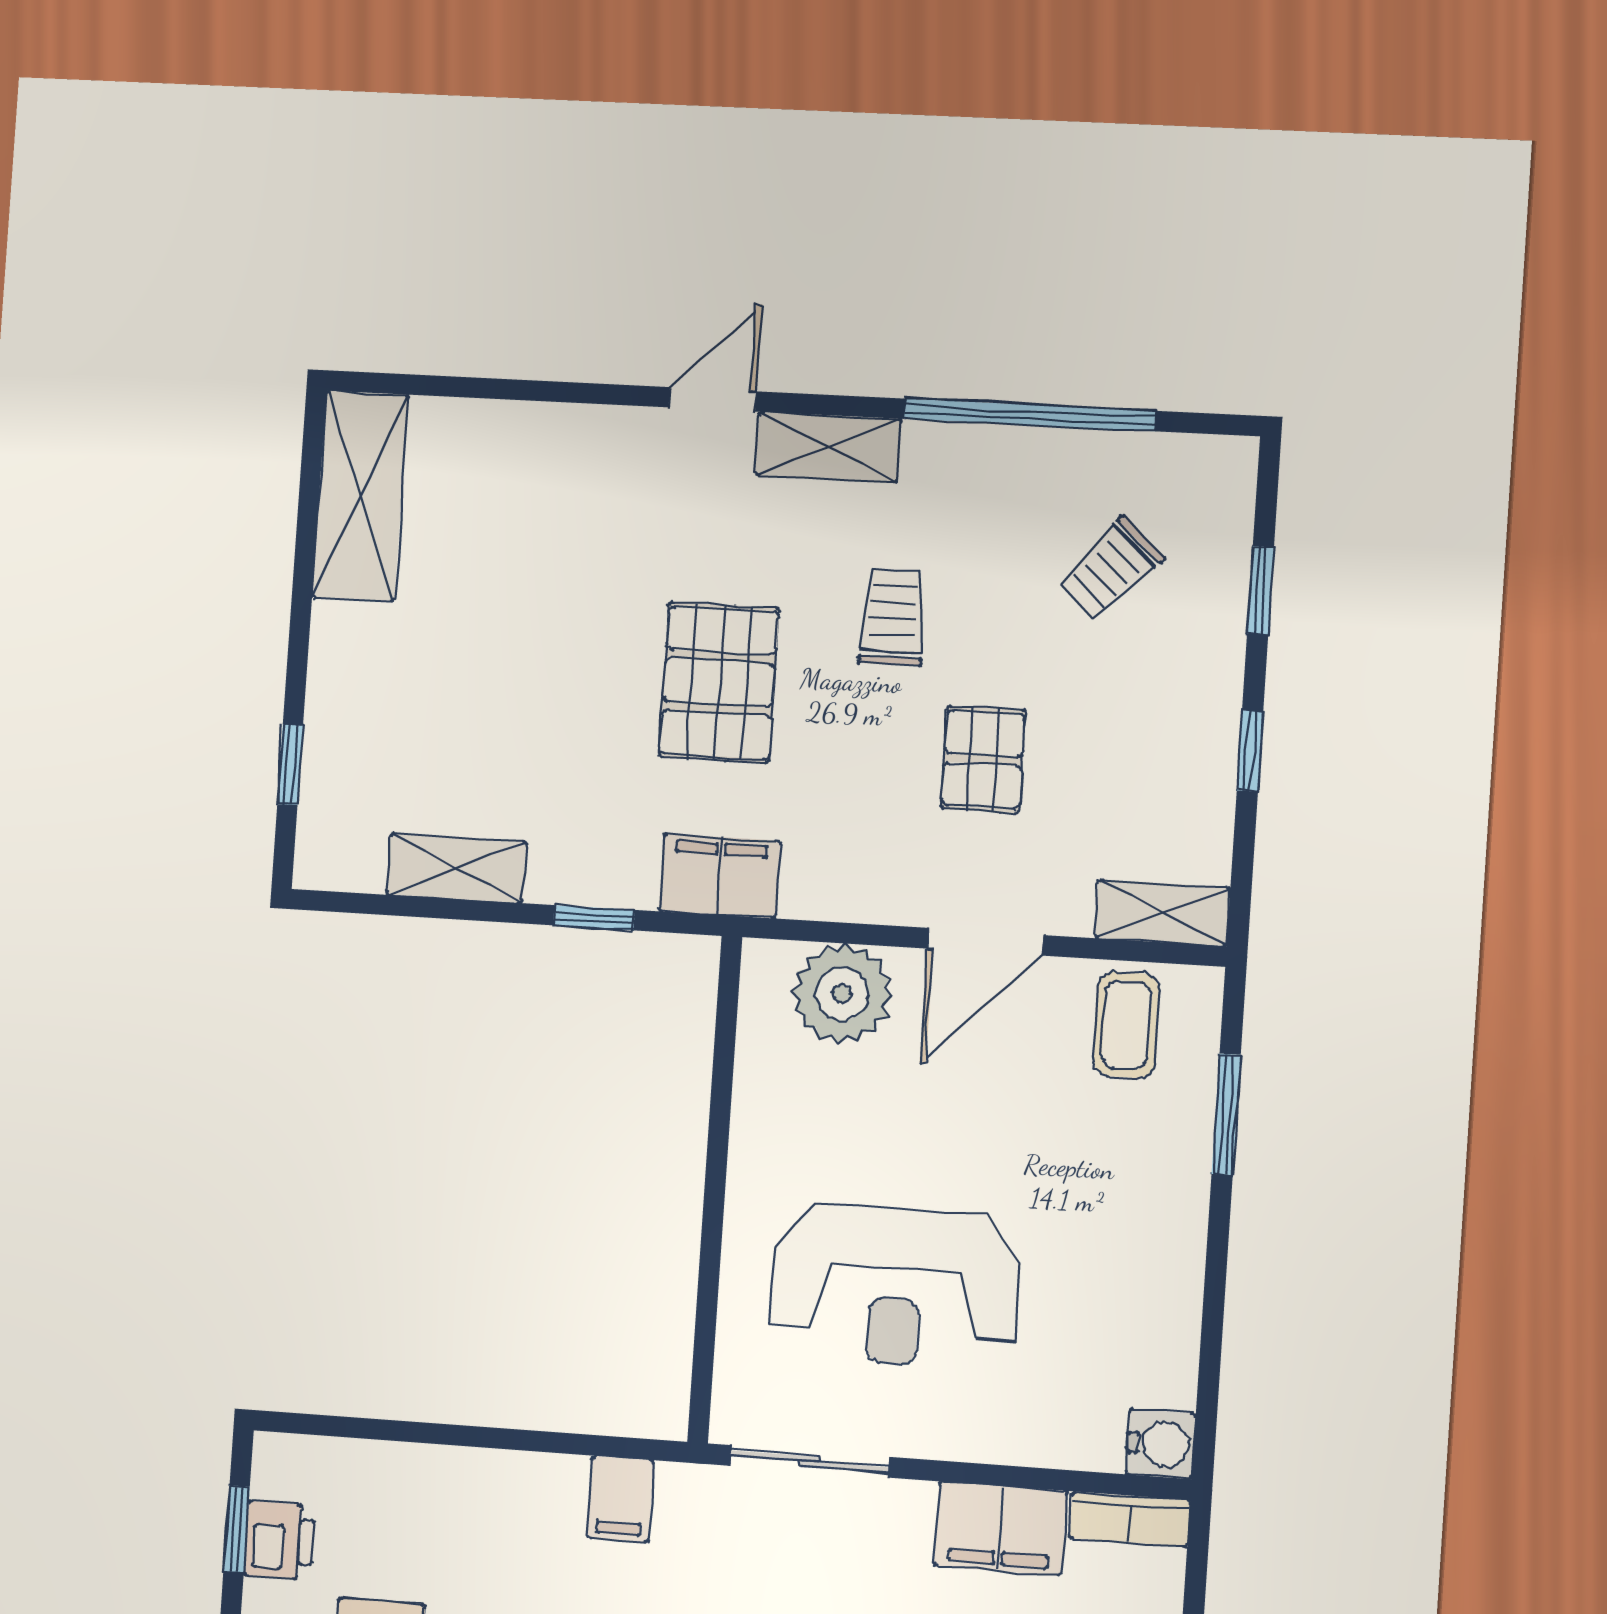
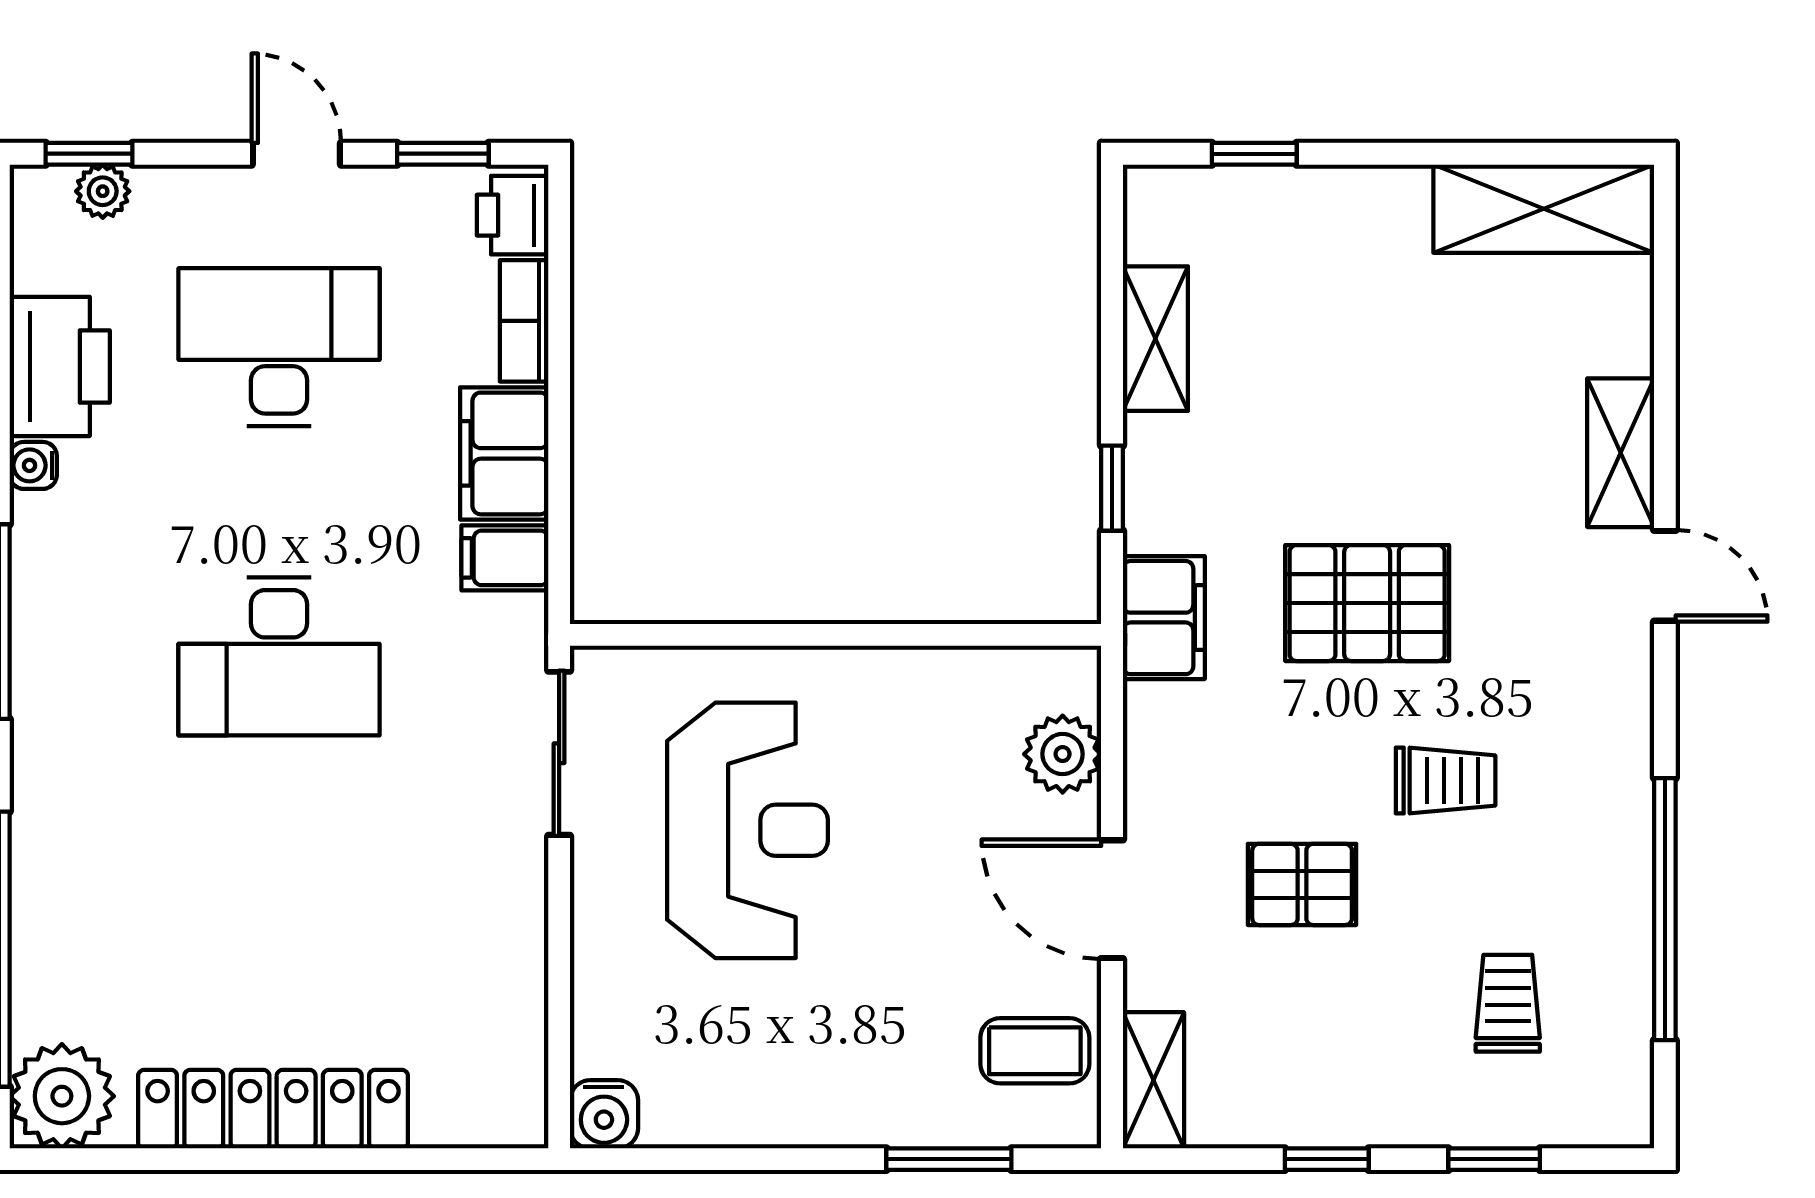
shelving: (828, 447) -> (1621, 453), moved
trolley: (1111, 569) -> (1508, 1003), turned 48
plant: (842, 994) -> (1063, 754), width x0.73, depth x0.73
reception desk: (896, 1286) -> (747, 830), turned 180
bookcase: (1130, 1519) -> (524, 321), moved
filing cabinet: (1000, 1529) -> (504, 453), moved
printer: (279, 1540) -> (513, 215), moved, turned 90

